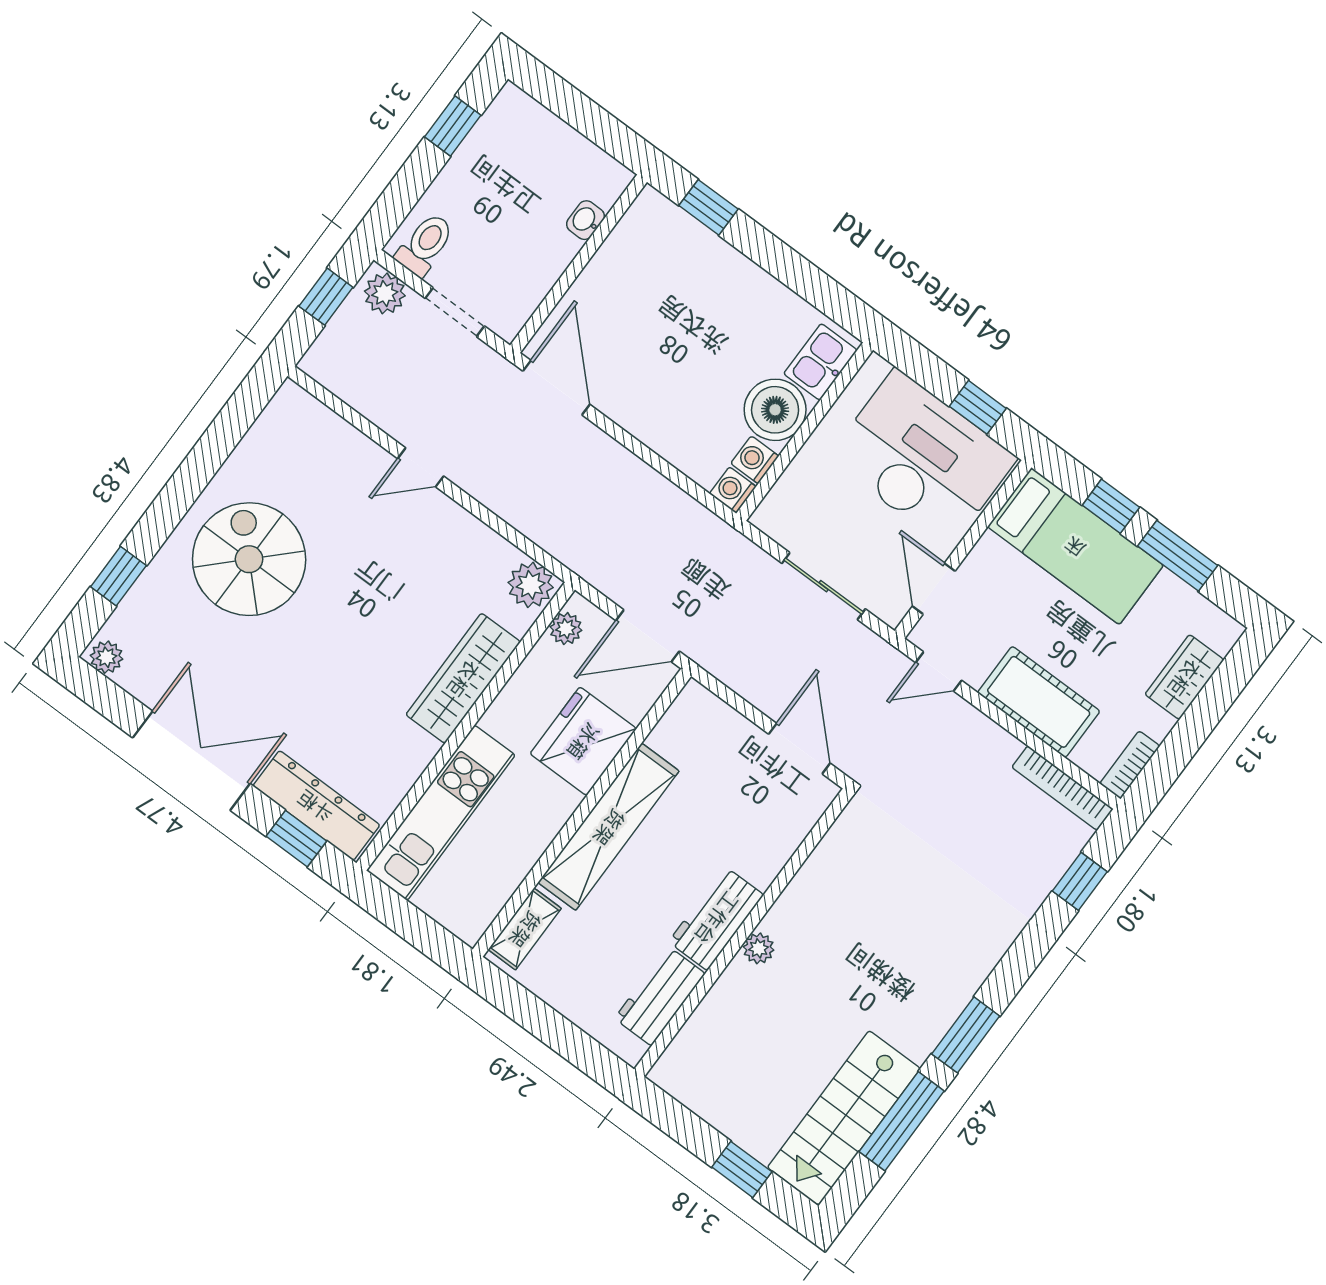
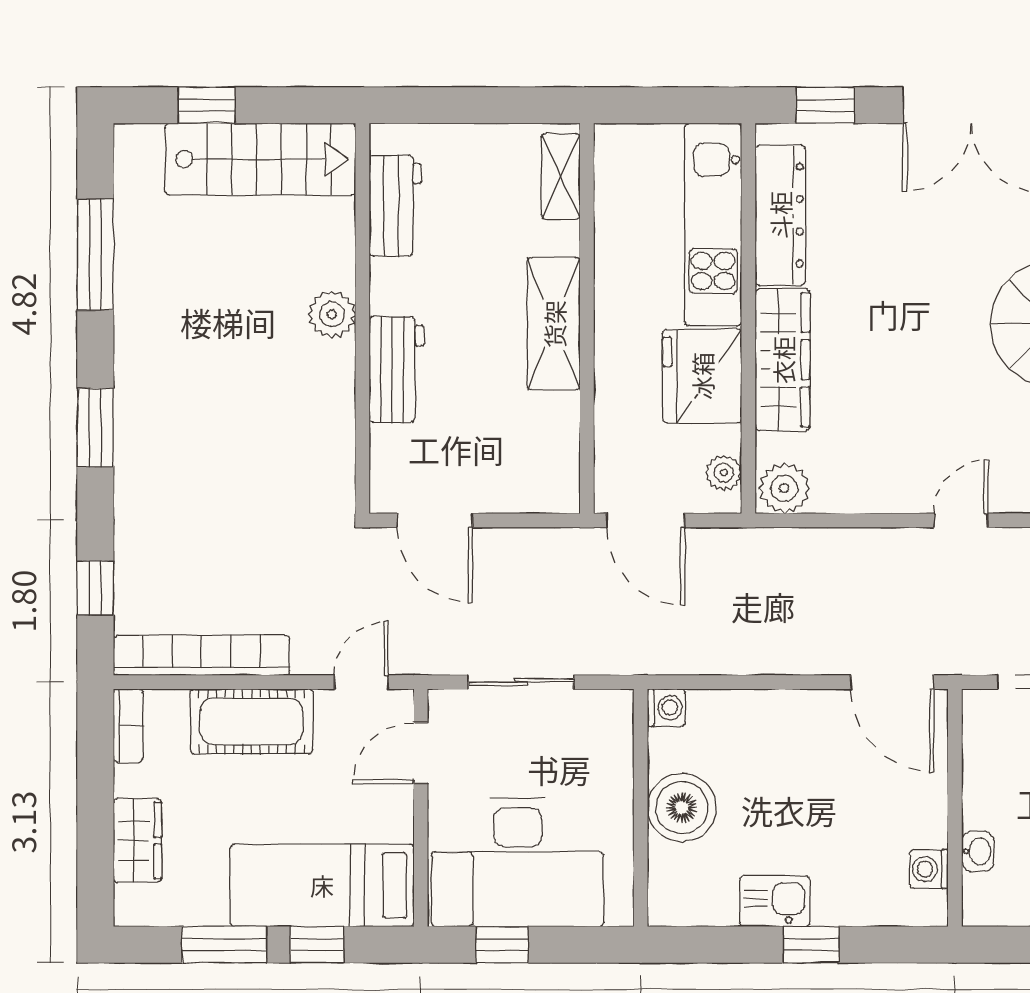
window: (708, 207) -> (811, 945), moved
kitchen sink: (820, 362) -> (775, 901), moved, turned -90
washing machine: (755, 460) -> (929, 869), moved, turned 180
door: (934, 589) -> (421, 753), swing flipped
door: (648, 636) -> (646, 520), swing flipped
fridge: (583, 741) -> (702, 376), moved, turned 180
bookcase: (1062, 788) -> (201, 655), width x1.48, depth x1.31
dresser: (316, 806) -> (780, 215), moved, turned -90
shelving: (609, 827) -> (554, 324), width x0.68
workbench: (716, 918) -> (396, 369), moved
plant: (759, 948) -> (332, 314), width x1.38, depth x1.38
window: (966, 1035) -> (95, 428), moved
stairs: (844, 1118) -> (260, 159), moved, turned 90

